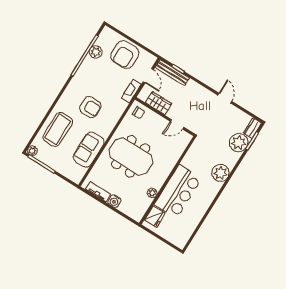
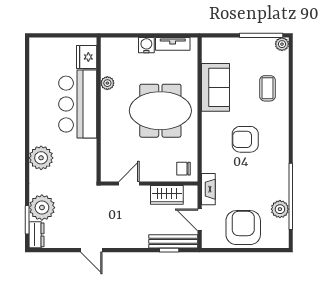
coffee table: (58, 129) -> (267, 88), width x0.54, depth x0.58

